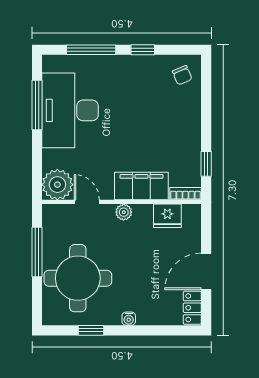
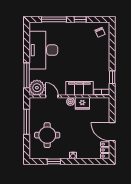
window: (37, 105) -> (27, 75), moved
fridge: (167, 216) -> (82, 103), moved
door: (206, 271) -> (112, 132), hinge flipped
round table: (78, 278) -> (47, 135), width x0.73, depth x0.73

